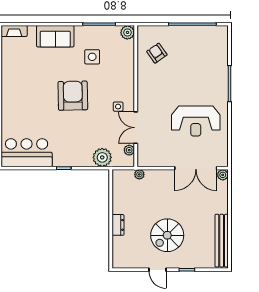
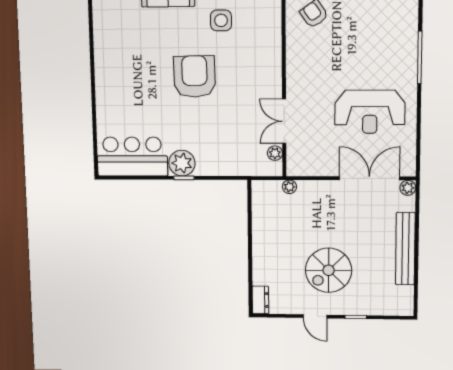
side table: (118, 107) -> (259, 92), removed
plant: (102, 157) -> (182, 163), moved
double door: (196, 168) -> (369, 178), swing flipped
dresser: (118, 225) -> (260, 300), moved
bench: (222, 241) -> (405, 249), moved

